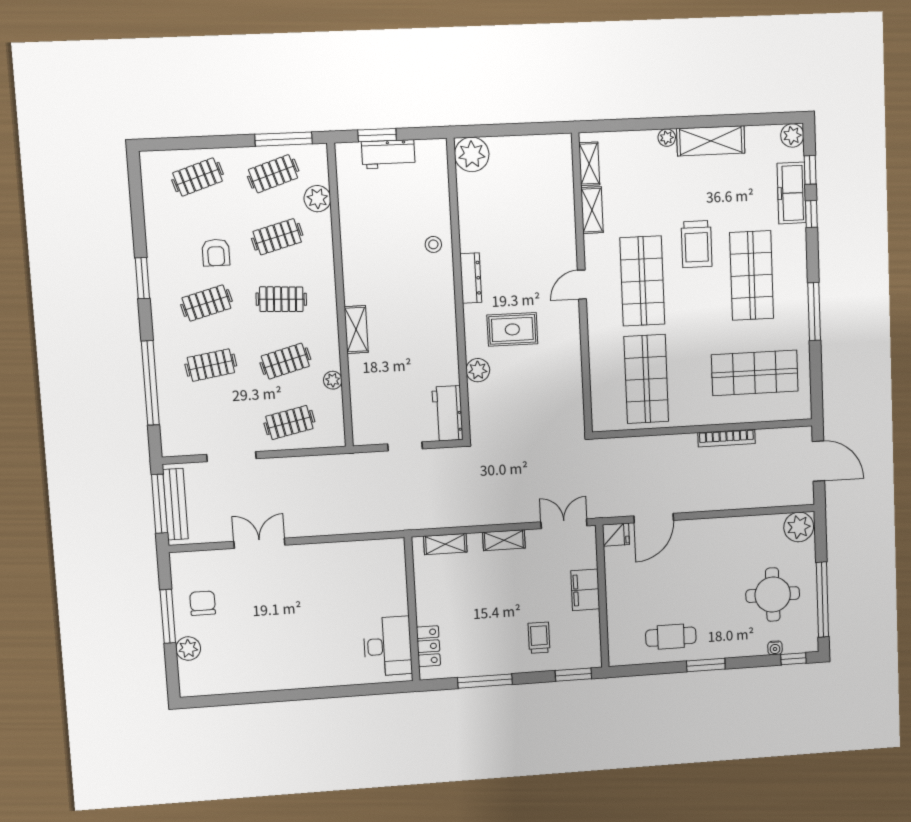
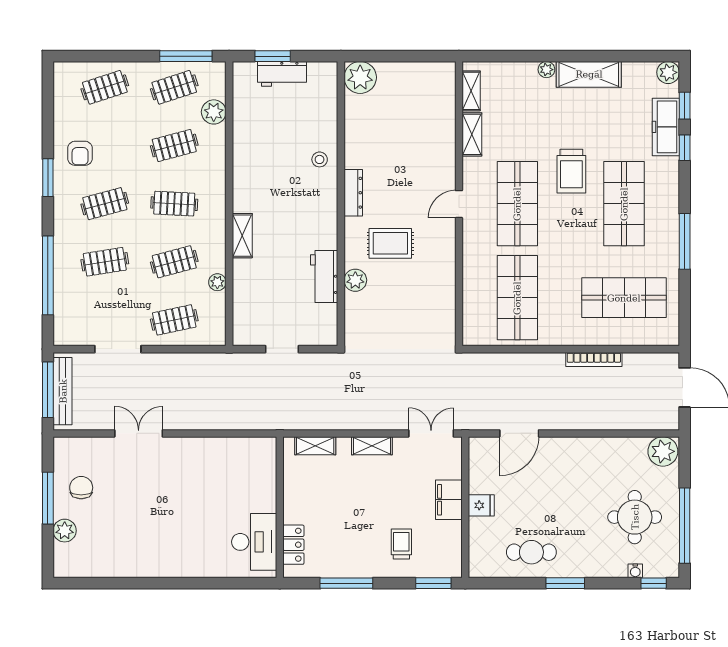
armchair: (216, 253) -> (80, 153), moved
workbench: (448, 413) -> (324, 277), moved
fridge: (616, 535) -> (481, 505), moved

